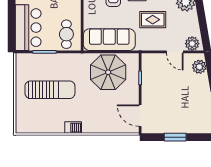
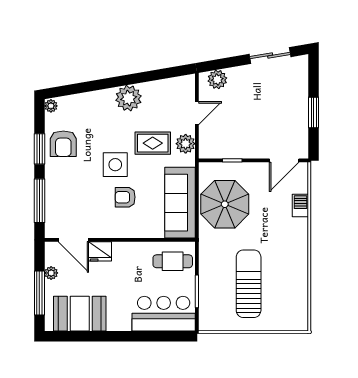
rug: (153, 20) -> (153, 143), turned 90
plant: (192, 44) -> (186, 144), moved
barbecue: (73, 128) -> (300, 205), moved

